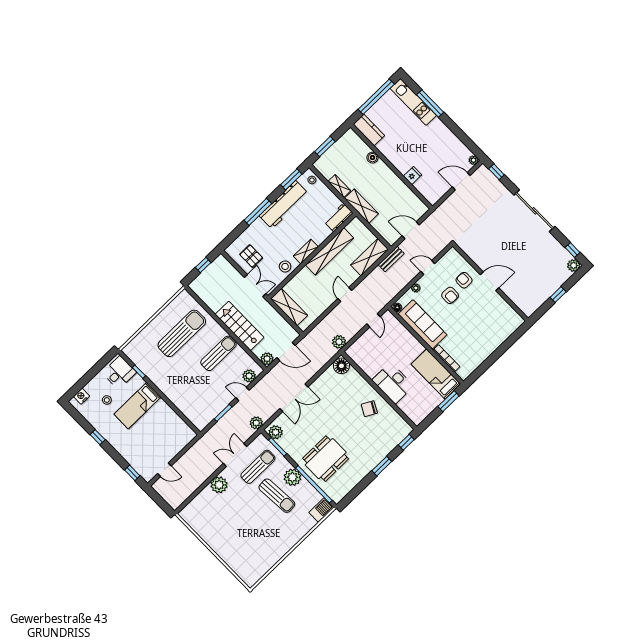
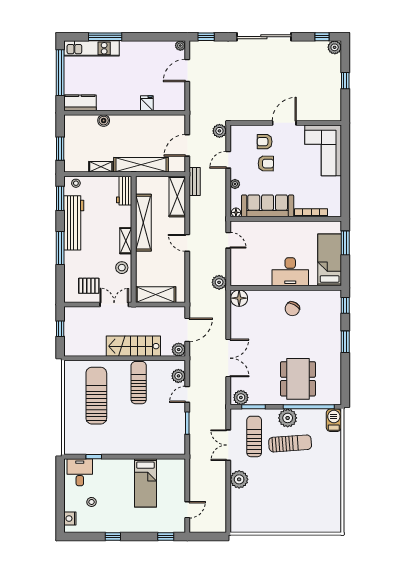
shelving: (361, 206) -> (141, 165), width x1.47
corner sofa: (496, 325) -> (323, 150), added
bed: (436, 374) -> (330, 260), moved, turned 90
bed: (137, 406) -> (145, 483), moved
plant: (256, 423) -> (219, 131), moved

